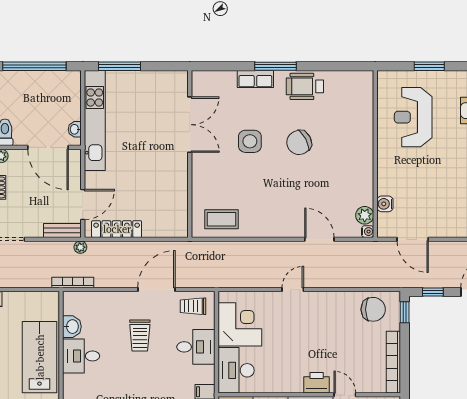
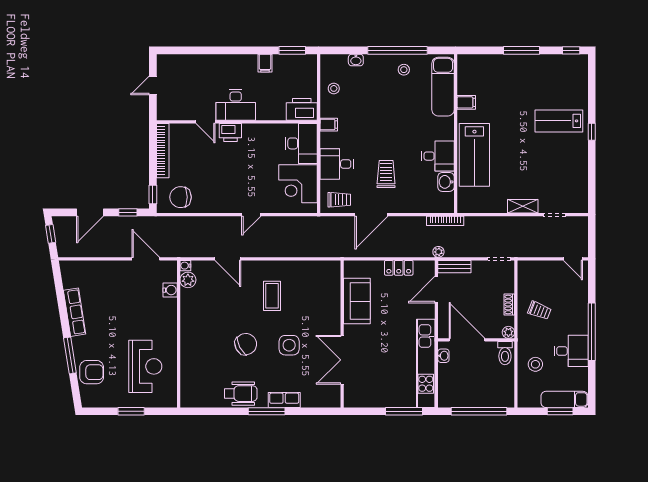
sofa: (173, 191) -> (357, 301), added
coffee table: (222, 219) -> (272, 296), moved, turned 90
locker: (117, 229) -> (399, 268), width x0.66

